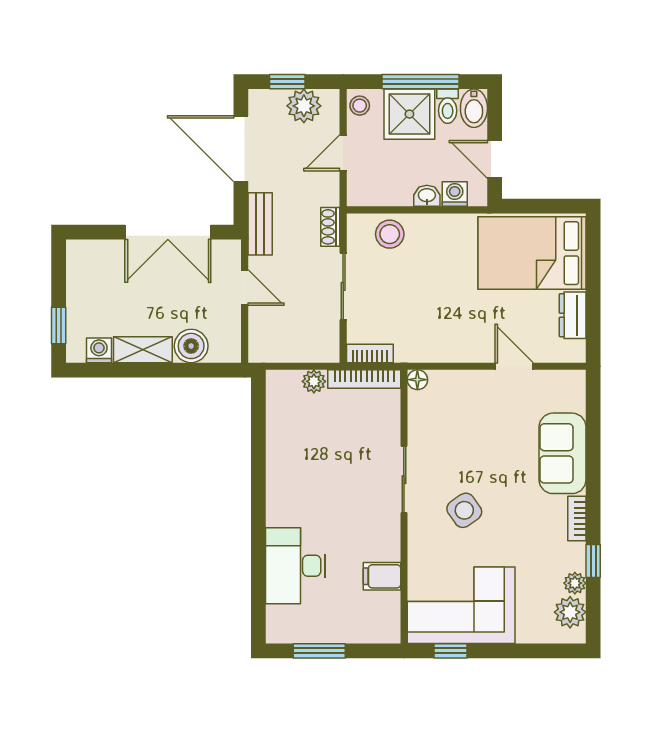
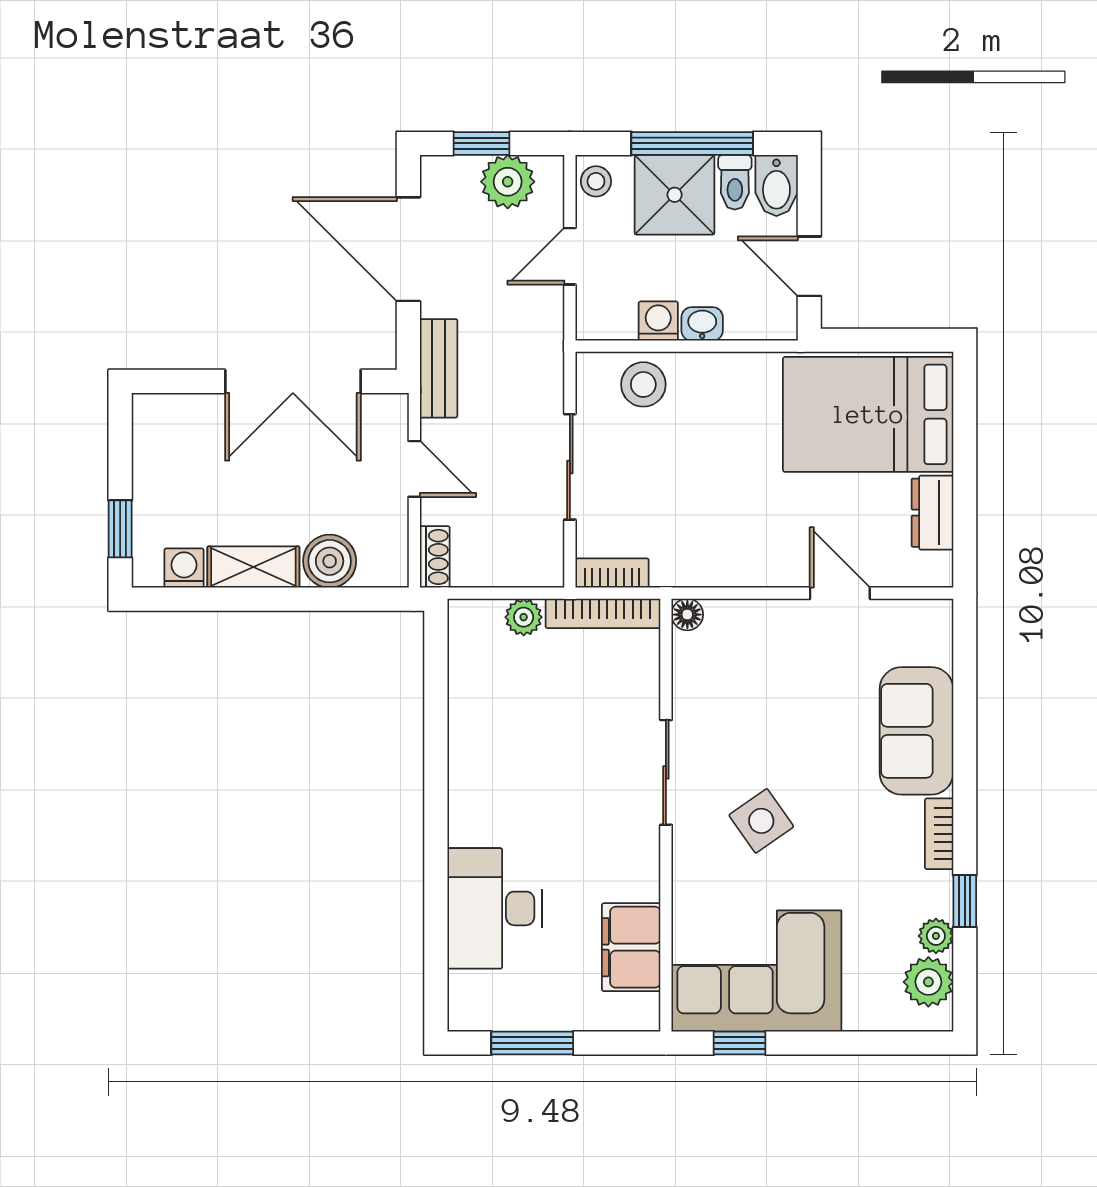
washing machine: (455, 194) -> (658, 321), moved
shoe rack: (330, 227) -> (435, 557), moved, turned 180
filing cabinet: (382, 576) -> (631, 947), width x2.00

